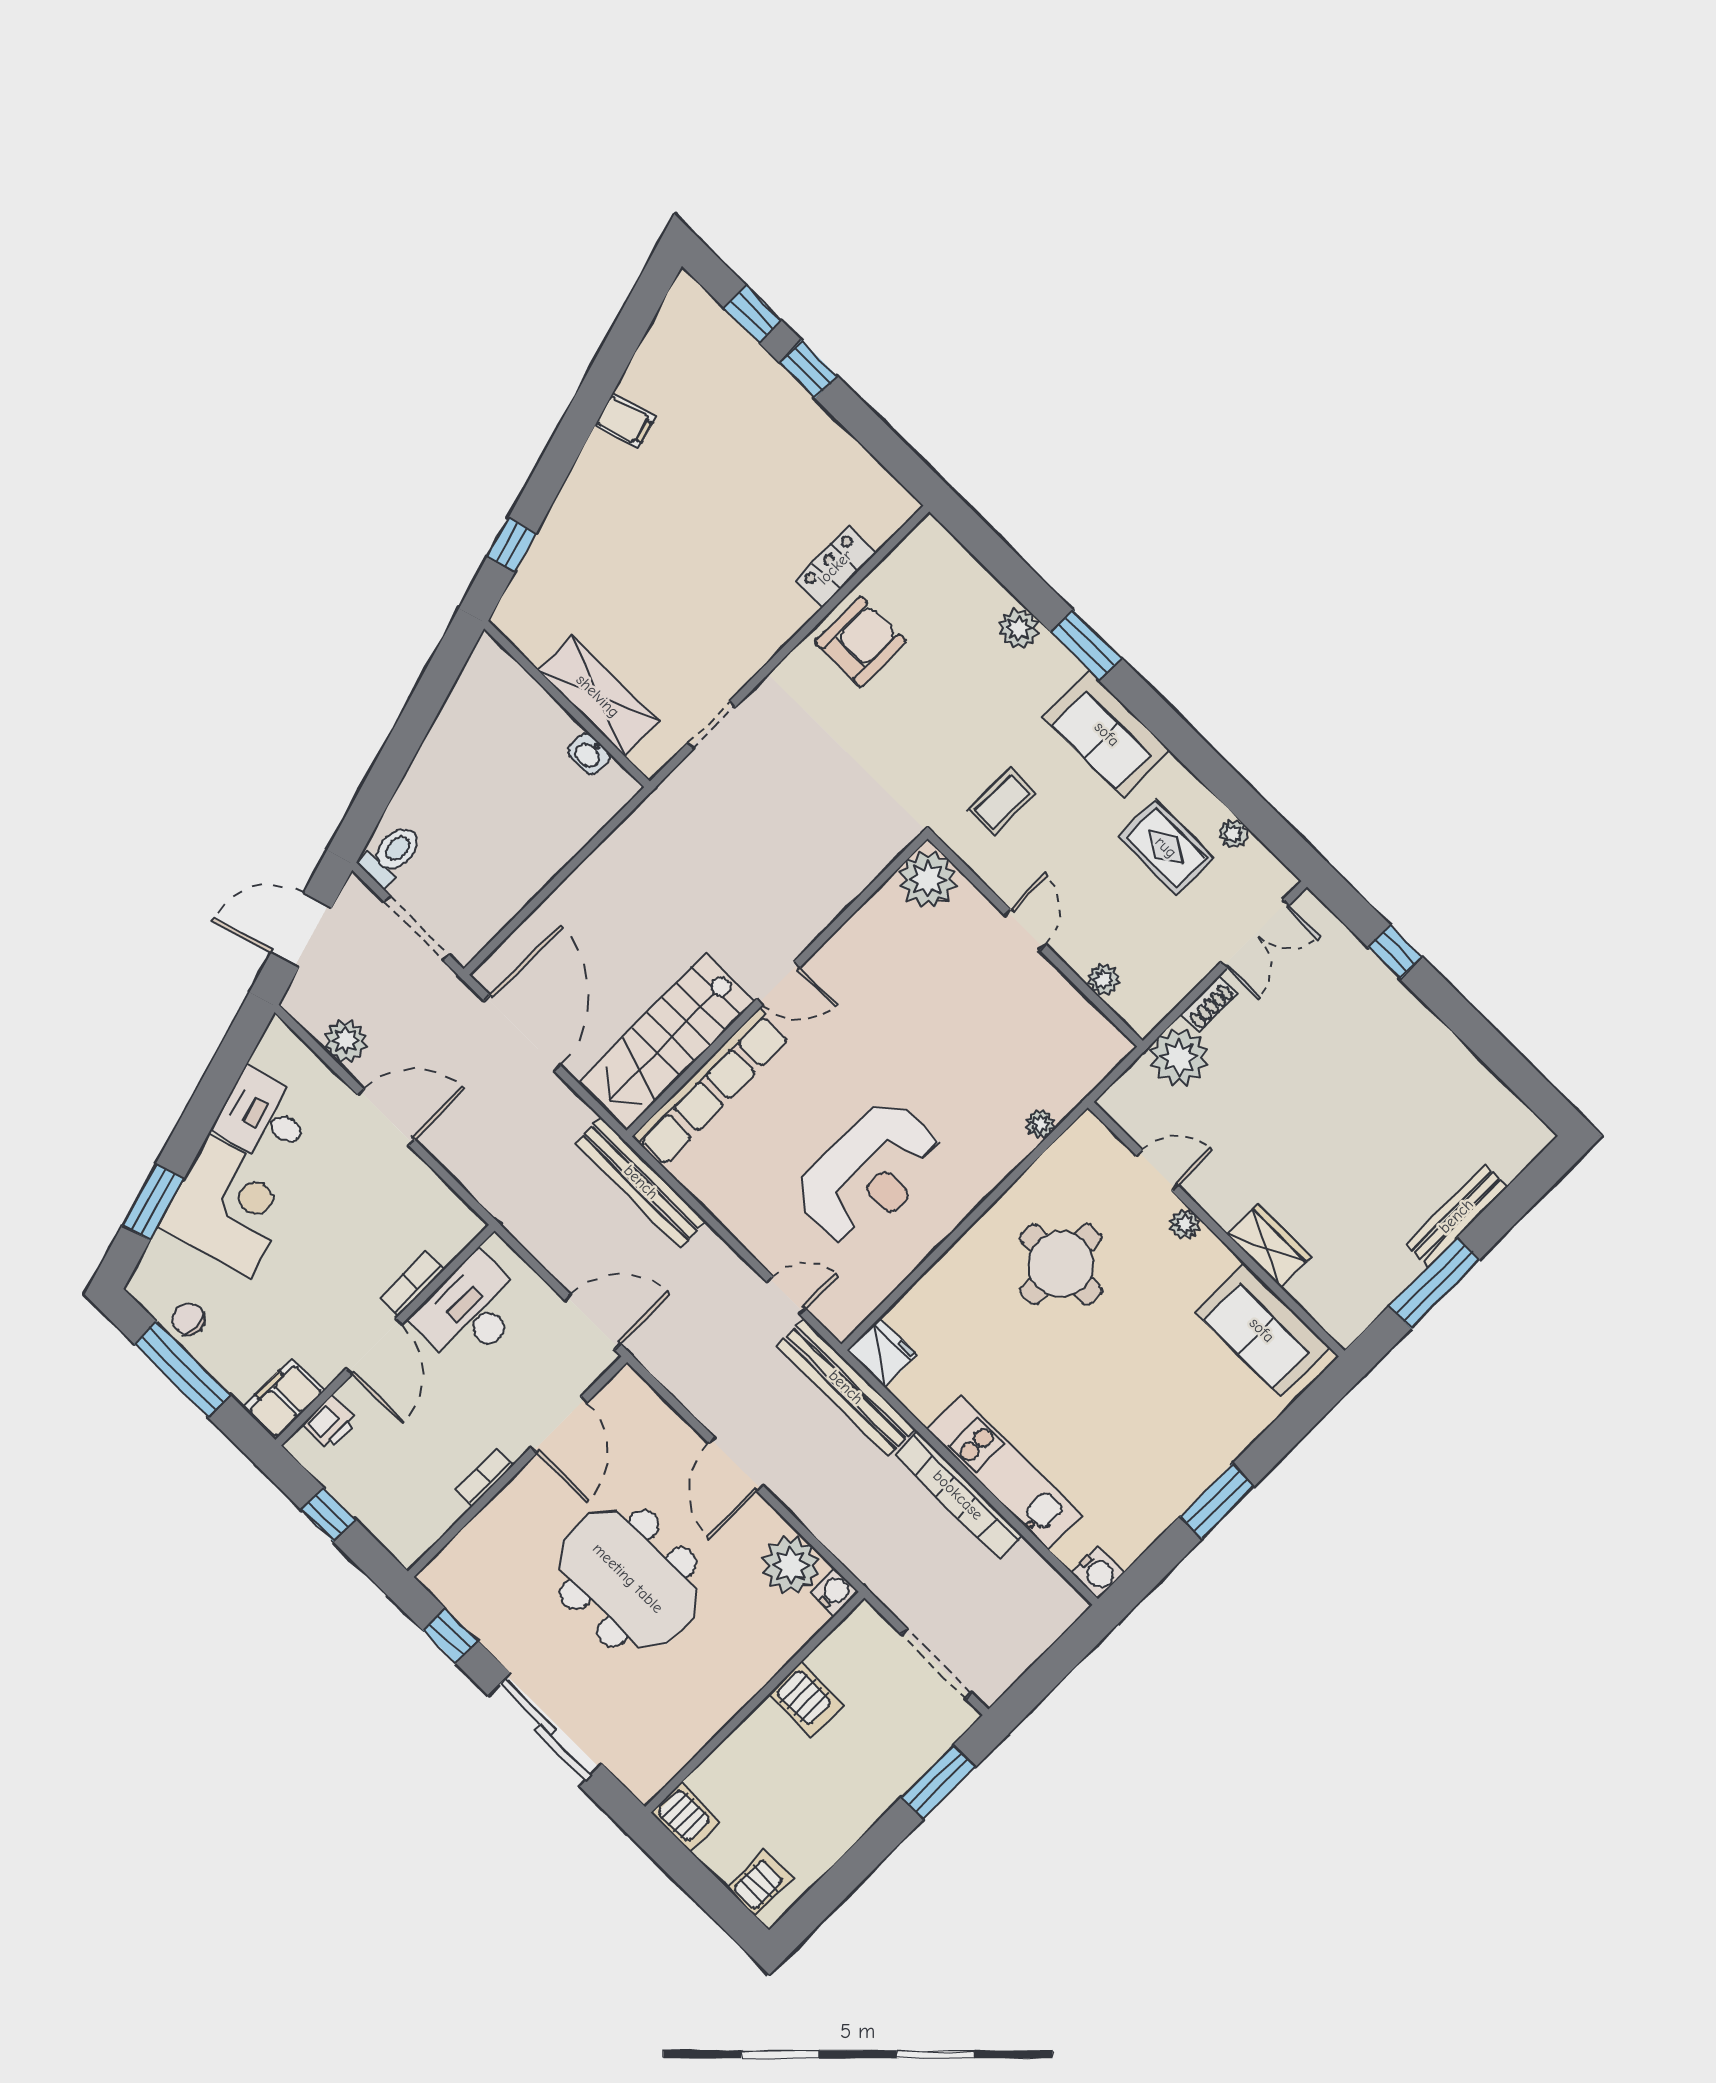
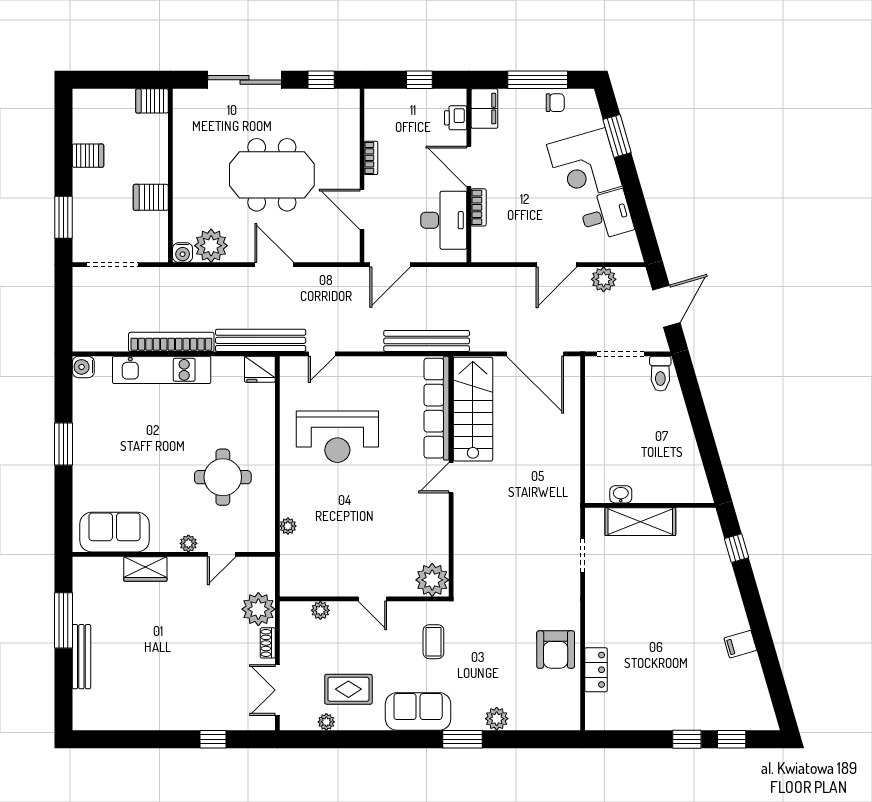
reception desk: (869, 1174) -> (337, 437), turned -90
server rack: (760, 1883) -> (88, 156), moved, turned -90

